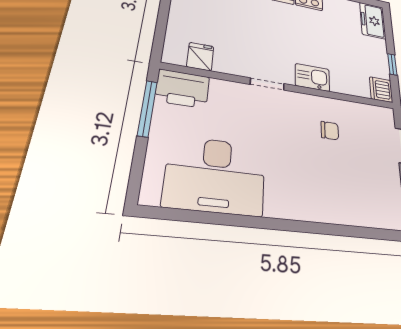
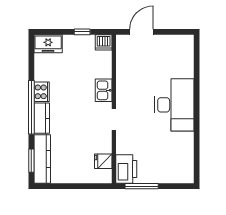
chair: (330, 131) -> (138, 80), removed
desk: (216, 175) -> (174, 105), moved

